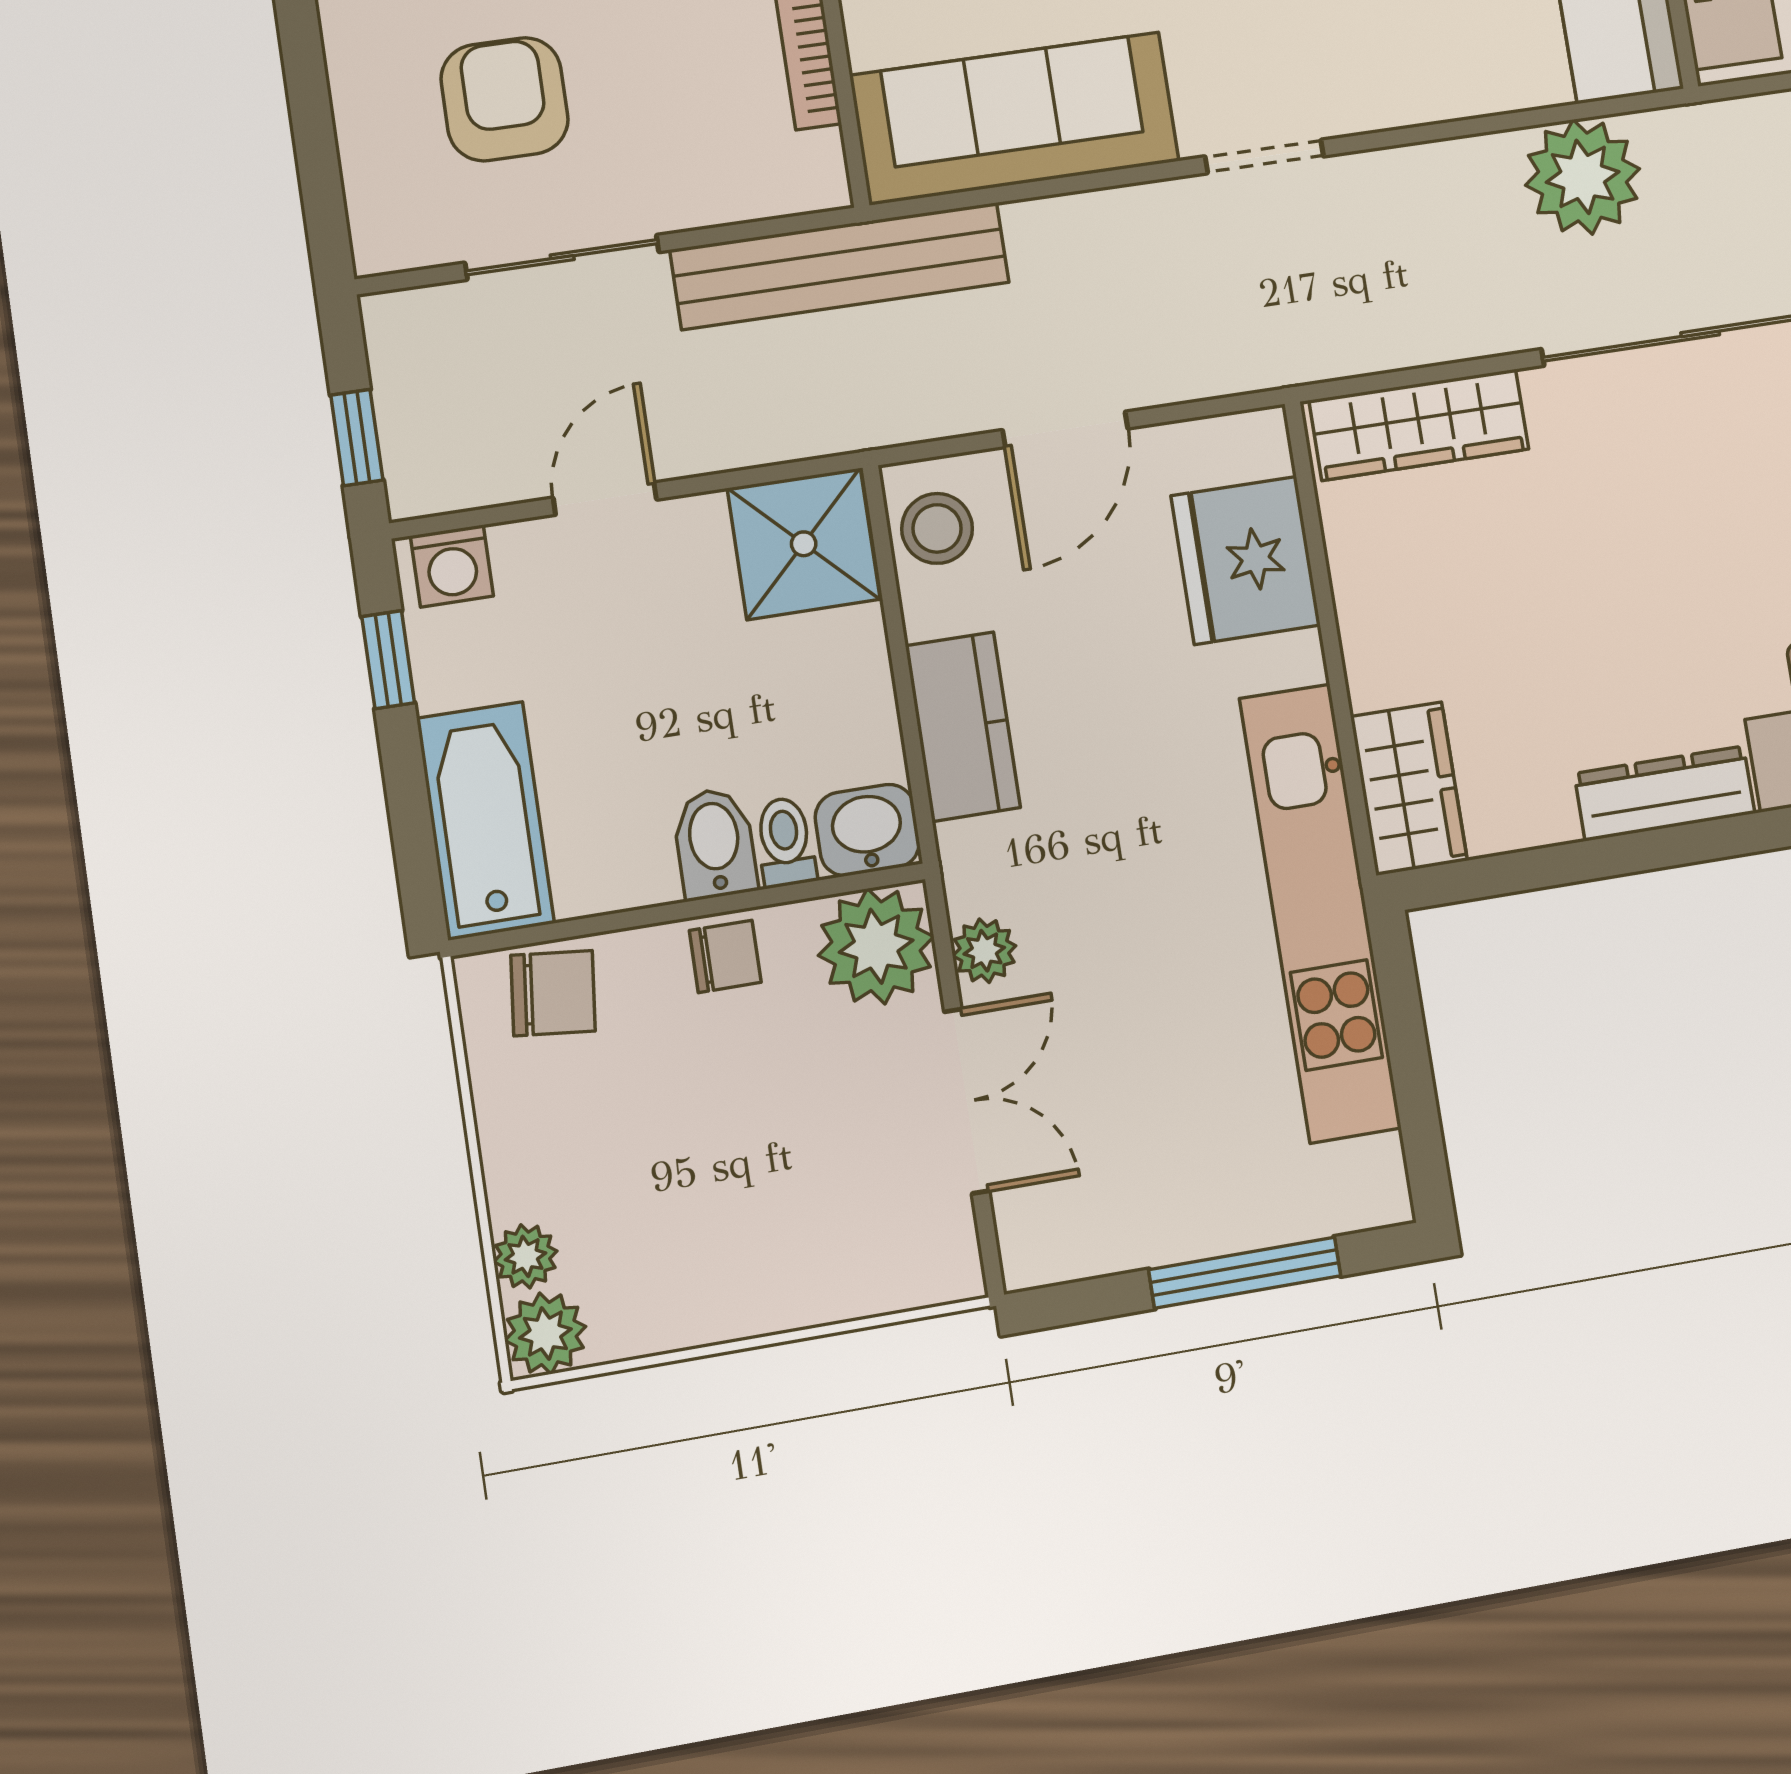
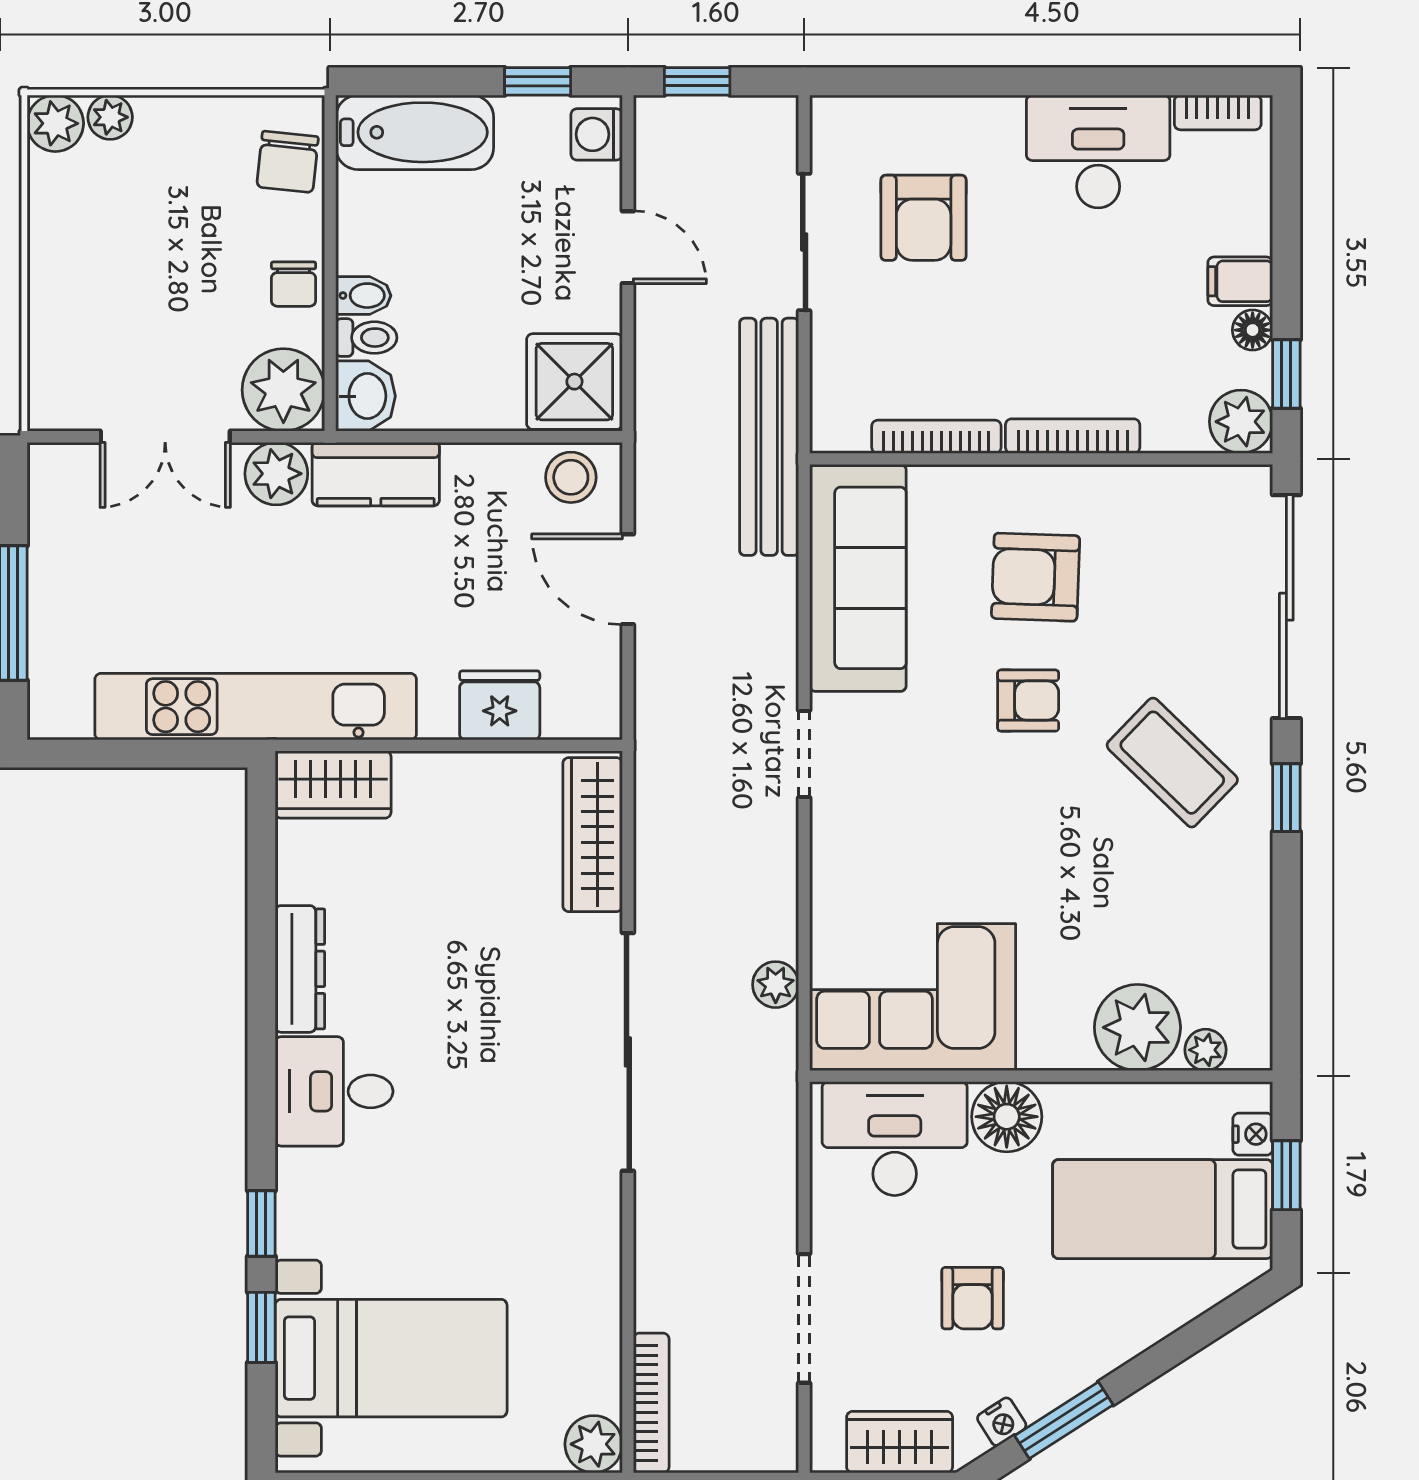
armchair: (505, 99) -> (924, 218), turned 90
plant: (1583, 177) -> (776, 985), width x0.53, depth x0.53
fridge: (1246, 560) -> (500, 705), width x0.73, depth x0.75
kitchen counter: (963, 727) -> (376, 474), moved
bidet: (715, 843) -> (363, 296), width x0.72, depth x0.74
plant: (984, 951) -> (276, 474), width x1.38, depth x1.38

